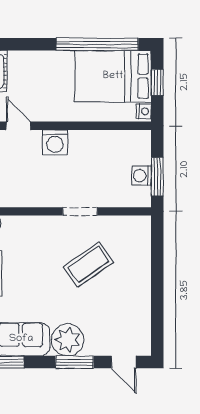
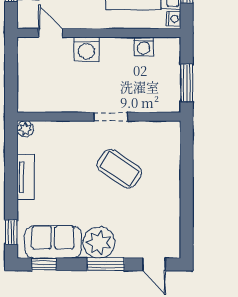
washing machine: (141, 176) -> (144, 47), moved, turned -90
coffee table: (88, 265) -> (119, 169), turned 69

